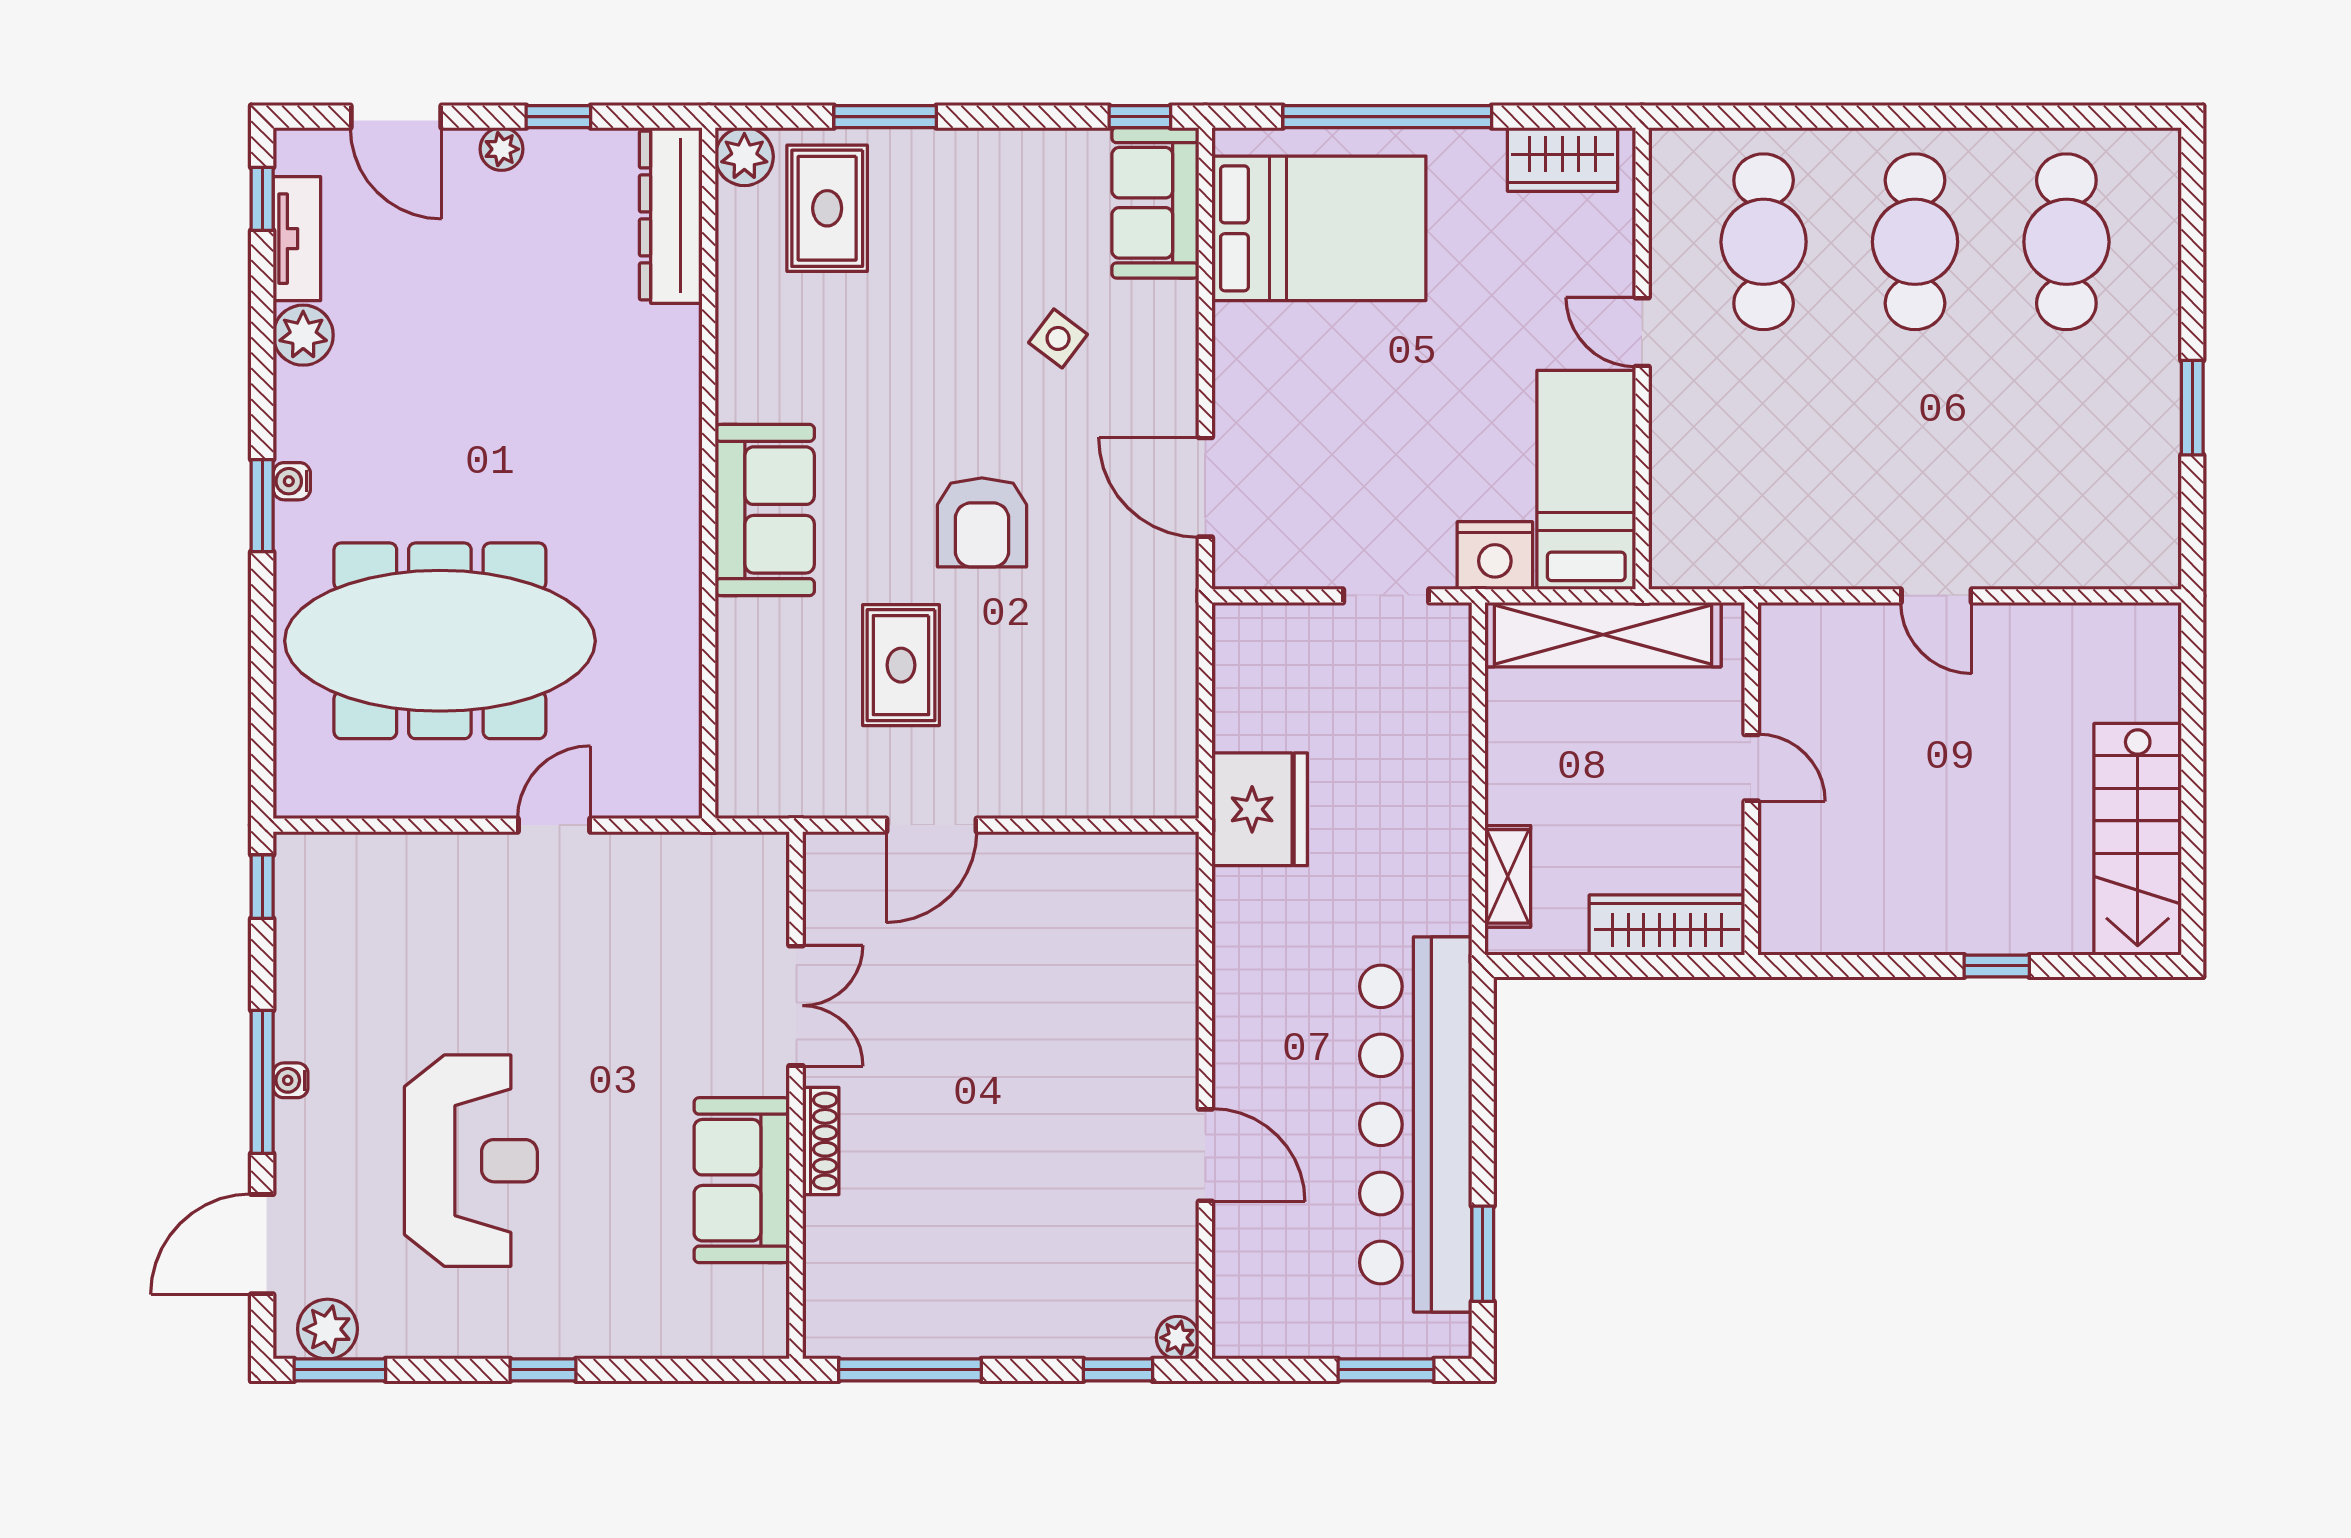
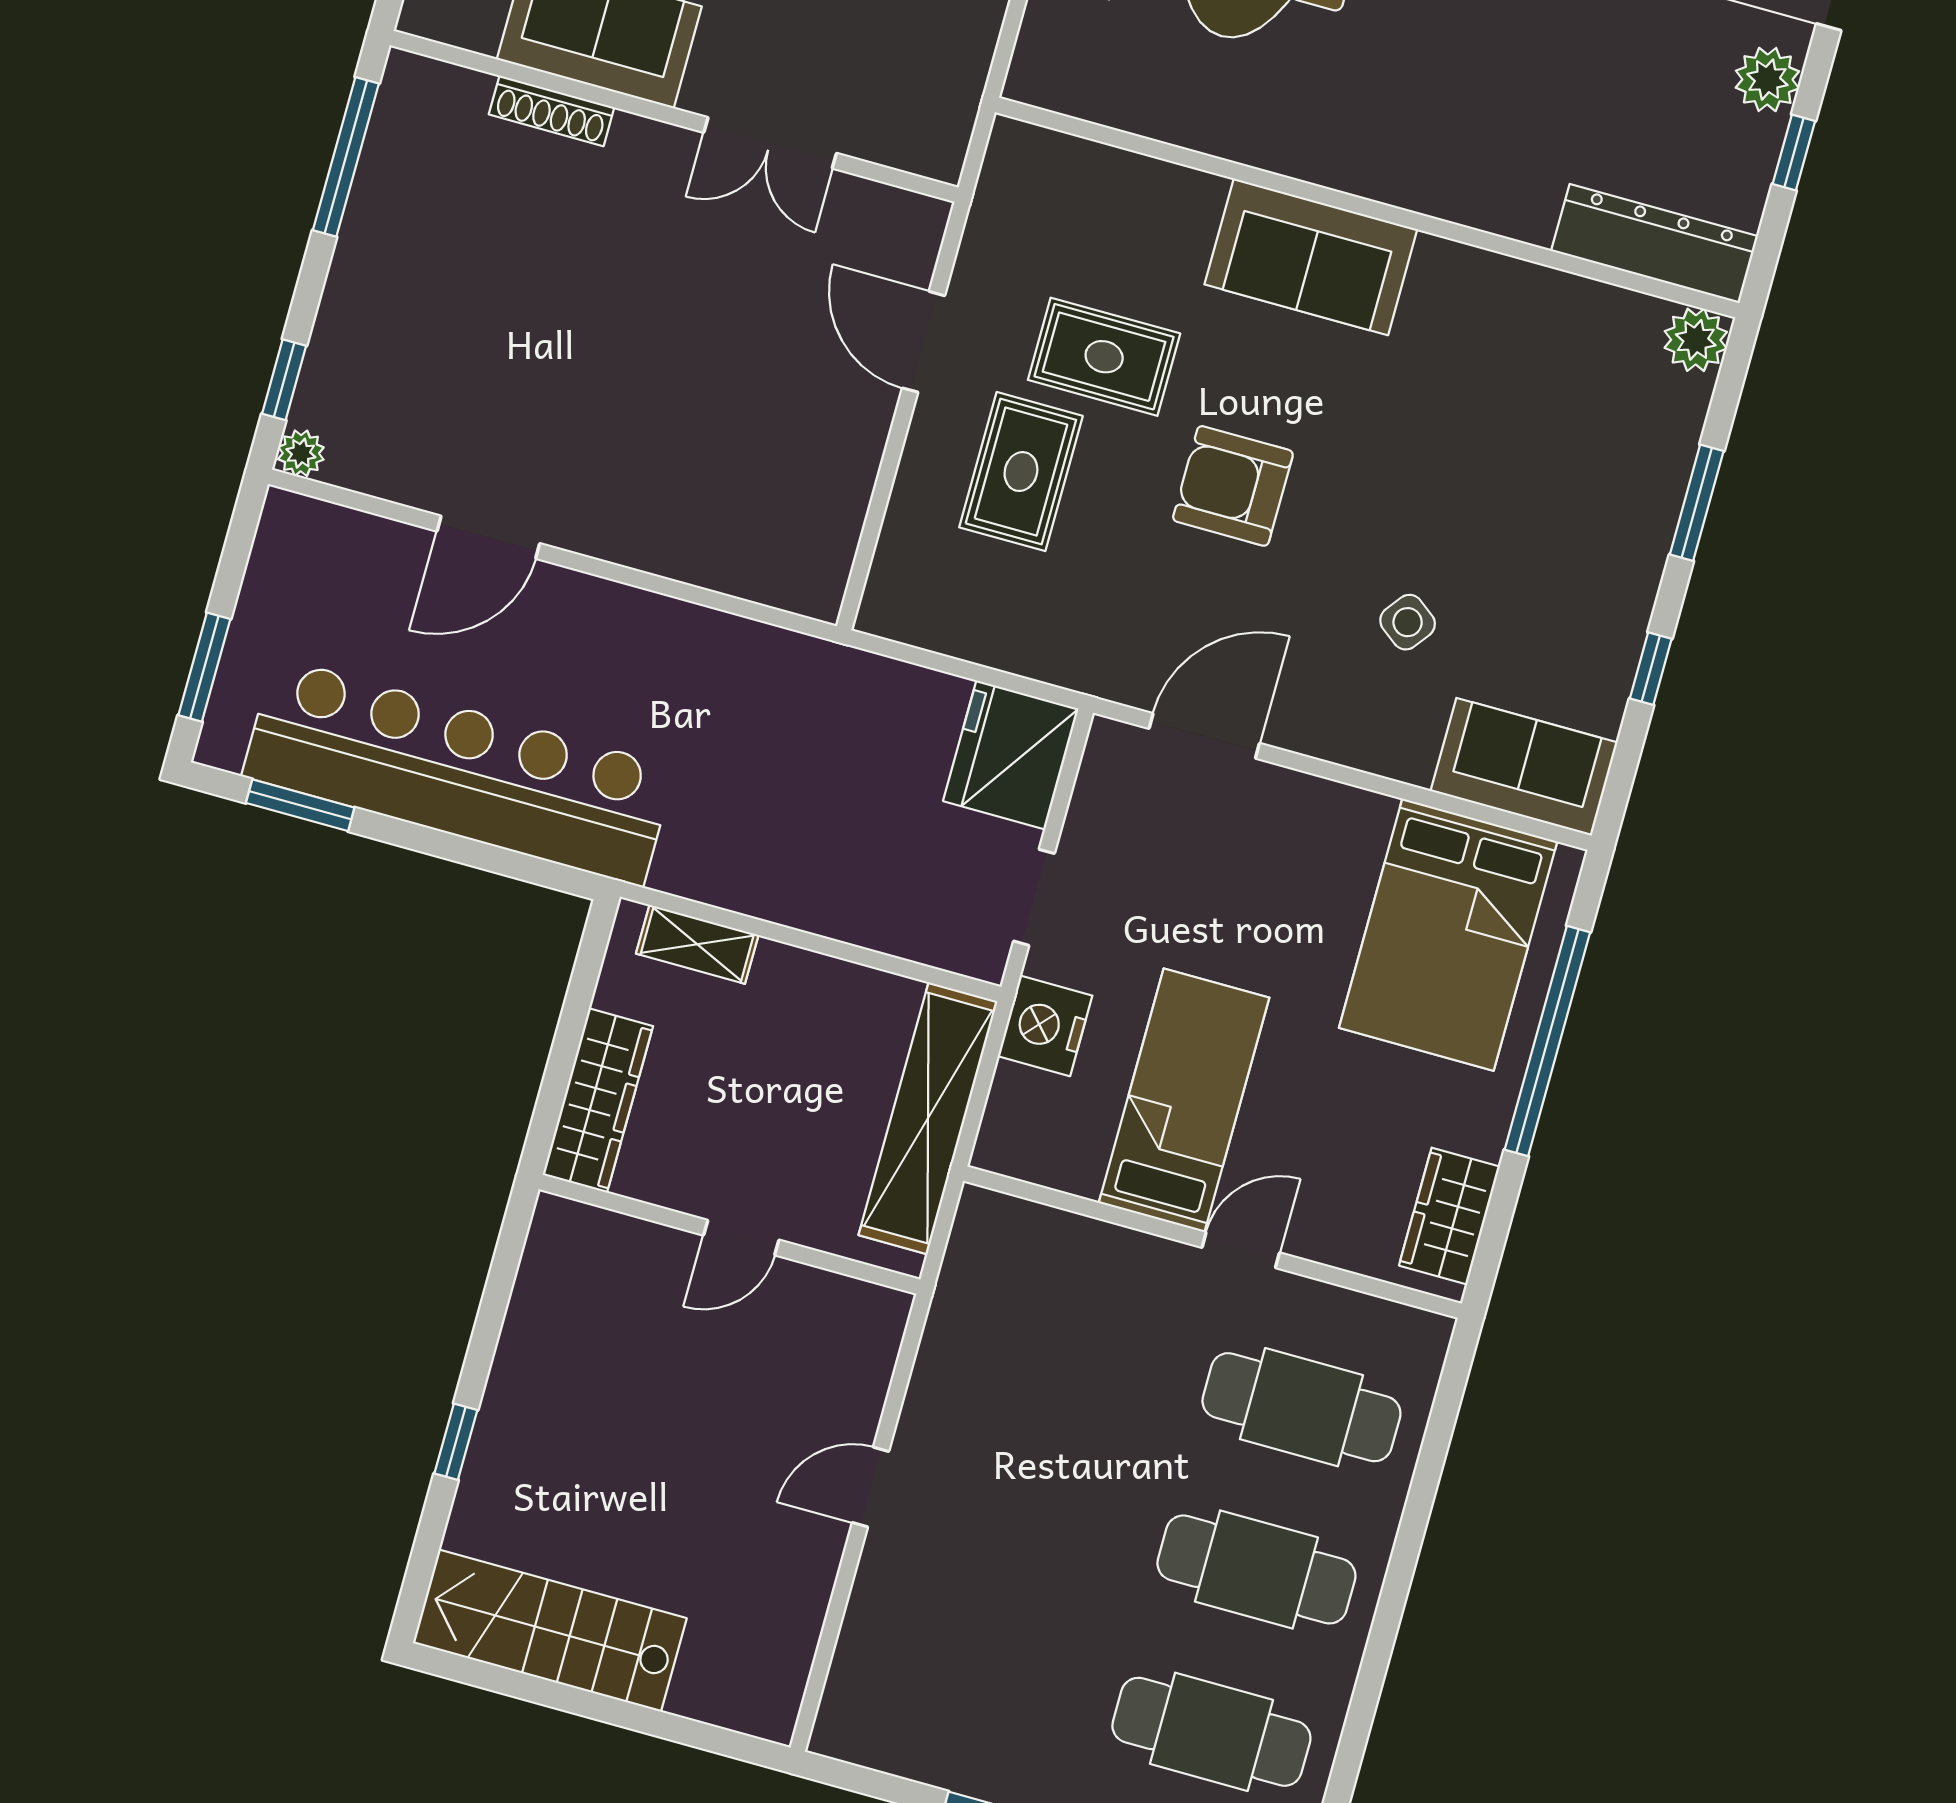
window: (1140, 117) -> (1651, 669), moved
plant: (502, 149) -> (1767, 80), width x1.38, depth x1.38
rug: (827, 208) -> (1021, 472), moved, turned 90
bed: (1586, 480) -> (1184, 1100), moved, turned -90
fridge: (1260, 809) -> (1011, 755), moved, turned 90
shoe rack: (821, 1141) -> (552, 111), moved

